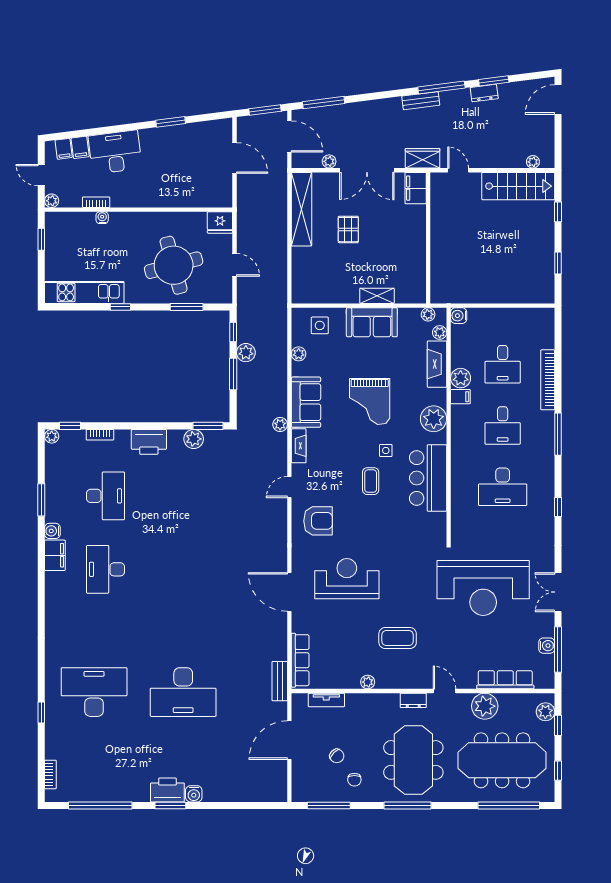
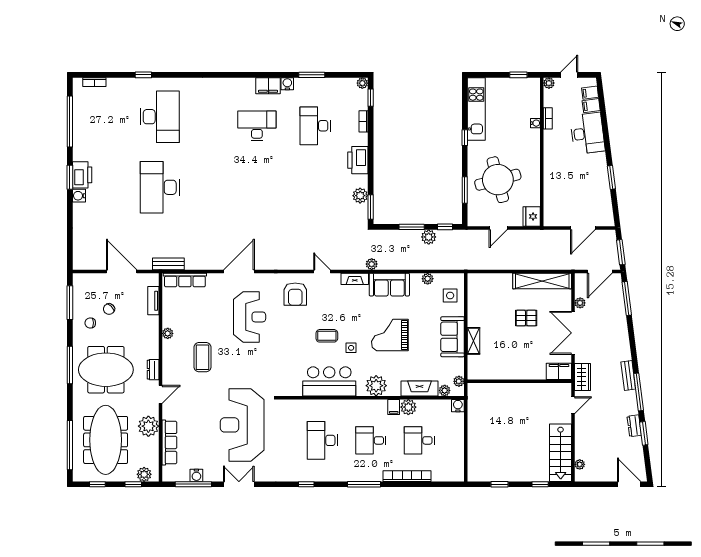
desk: (105, 496) -> (315, 126), turned 90

